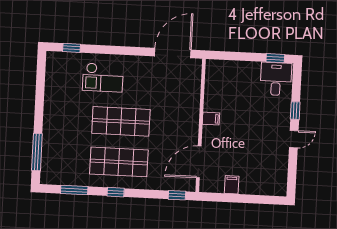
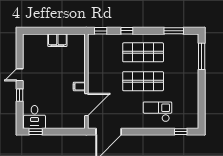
door: (199, 162) -> (86, 105), moved
filing cabinet: (232, 185) -> (57, 40), width x2.00
window: (116, 192) -> (127, 31), moved

